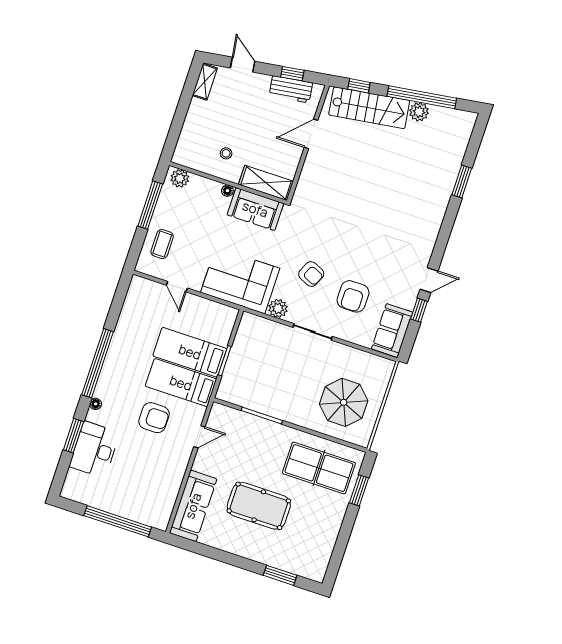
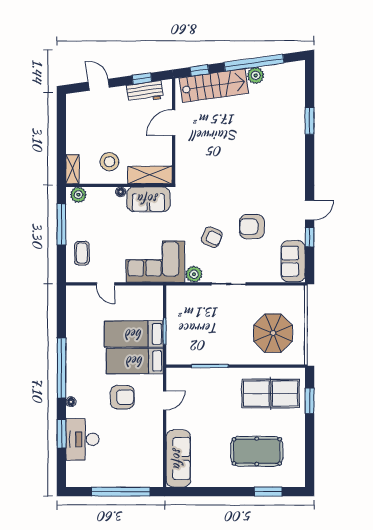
shelving: (205, 82) -> (73, 169), moved
stool: (226, 153) -> (109, 162), width x1.89, depth x1.89
armchair: (353, 296) -> (252, 227), moved, turned 90
pool table: (259, 506) -> (257, 451), moved

